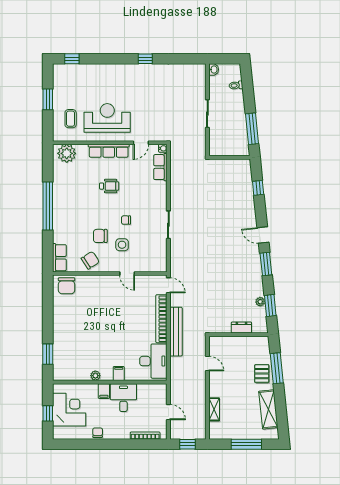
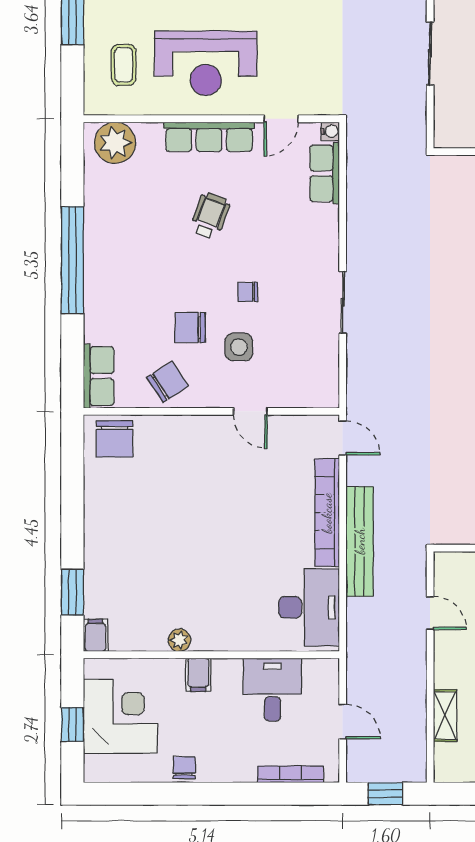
reception desk: (107, 118) -> (206, 63), turned 180
wheelchair: (109, 186) -> (210, 216), turned -70
filing cabinet: (119, 374) -> (96, 635), moved
desk: (123, 398) -> (272, 689), moved

